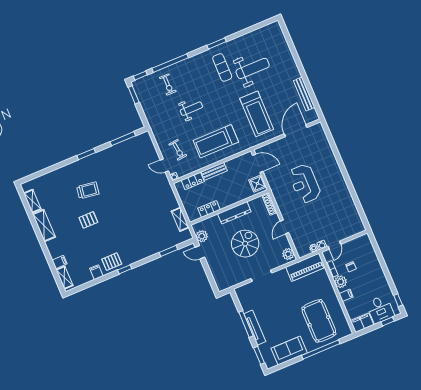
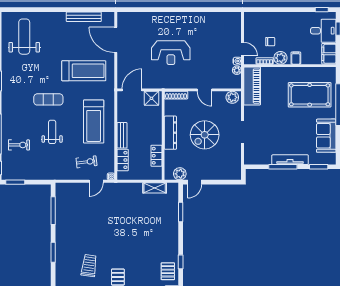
exercise mat: (222, 68) -> (48, 99), moved
weight bench: (253, 68) -> (24, 37), moved
spiral stairs: (245, 244) -> (205, 135), turned -90

